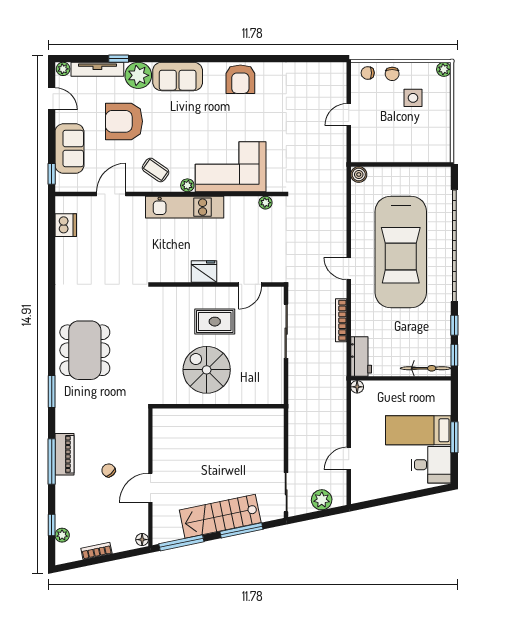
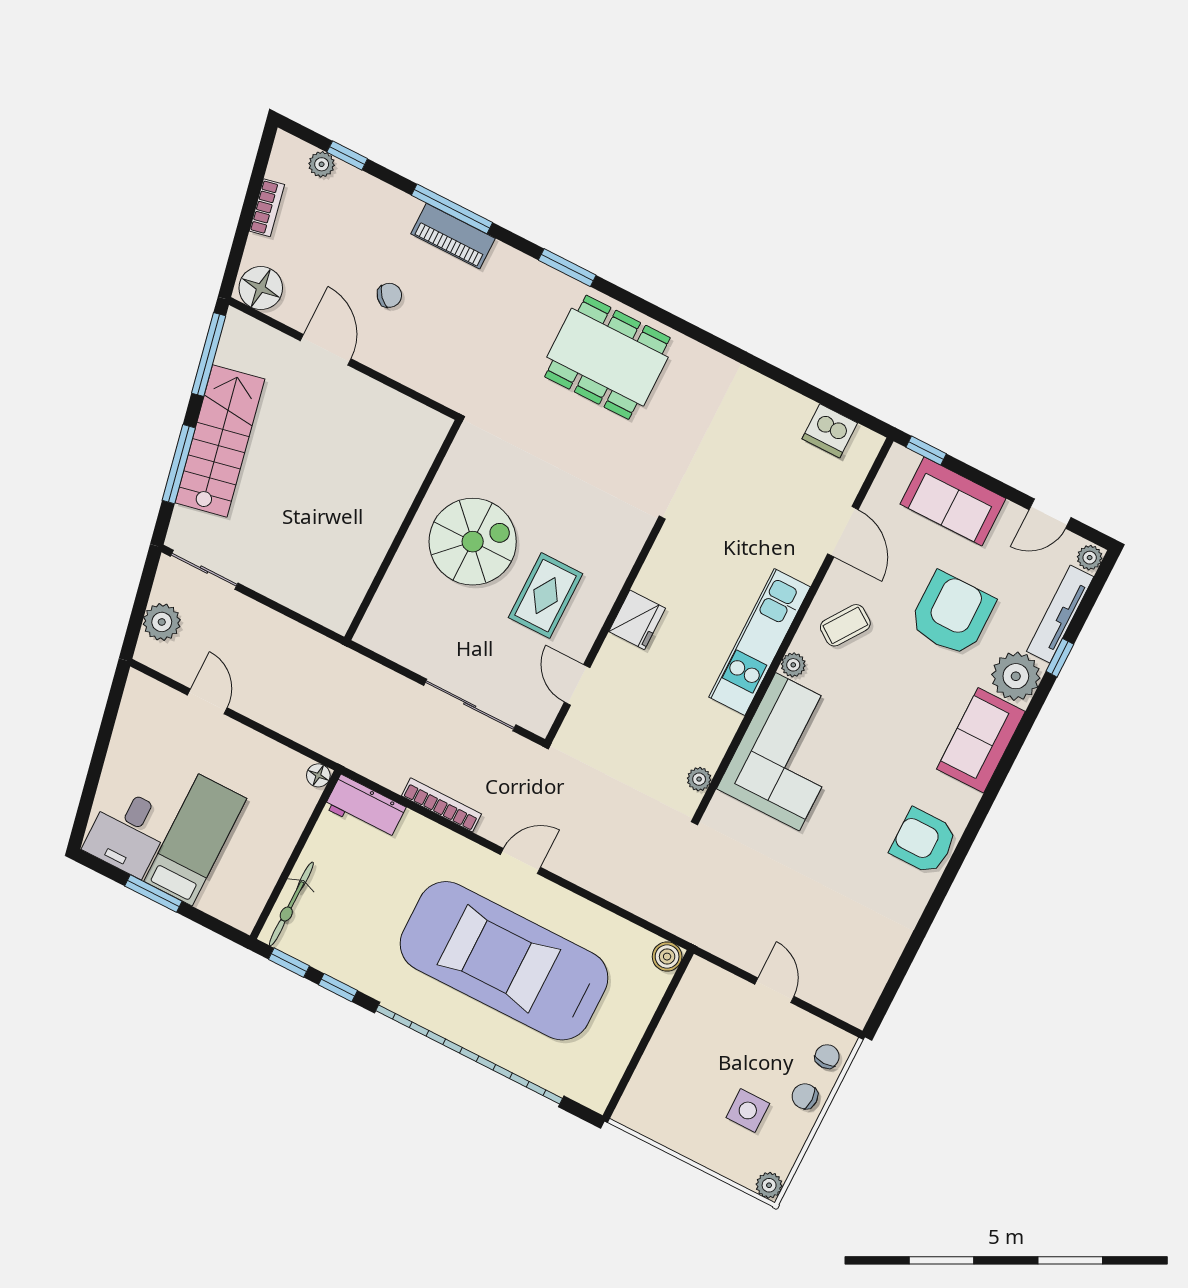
floor lamp: (142, 540) -> (261, 288), width x1.89, depth x1.89

